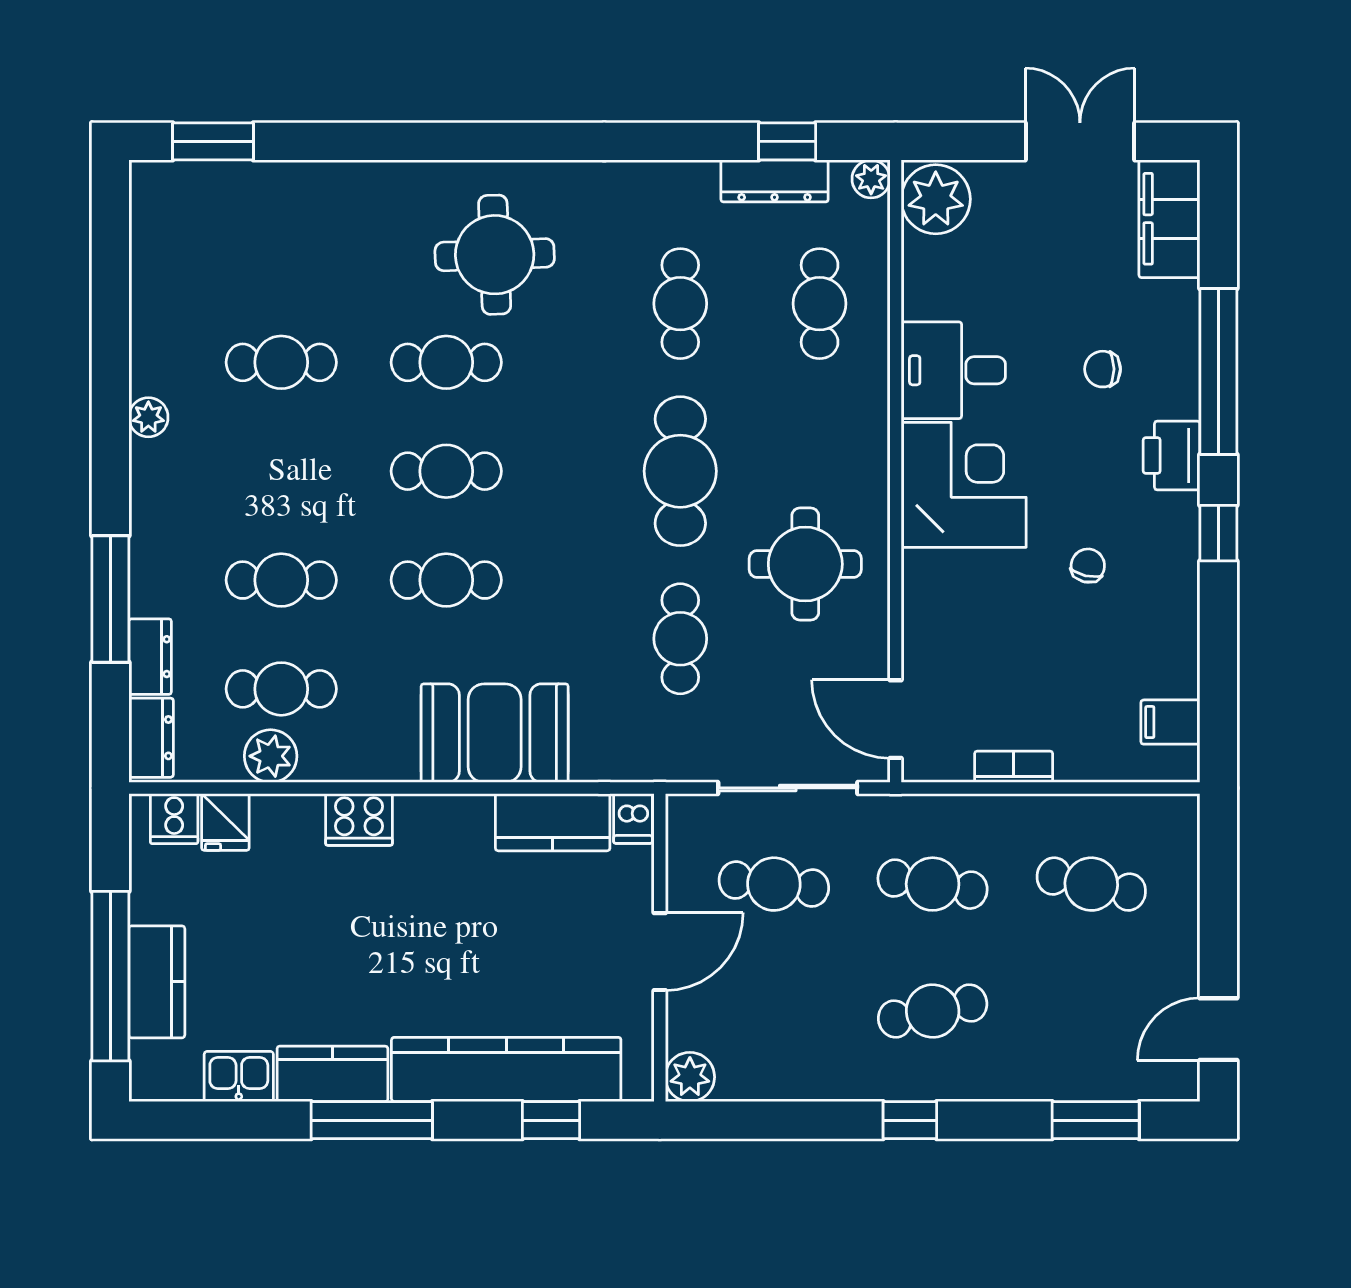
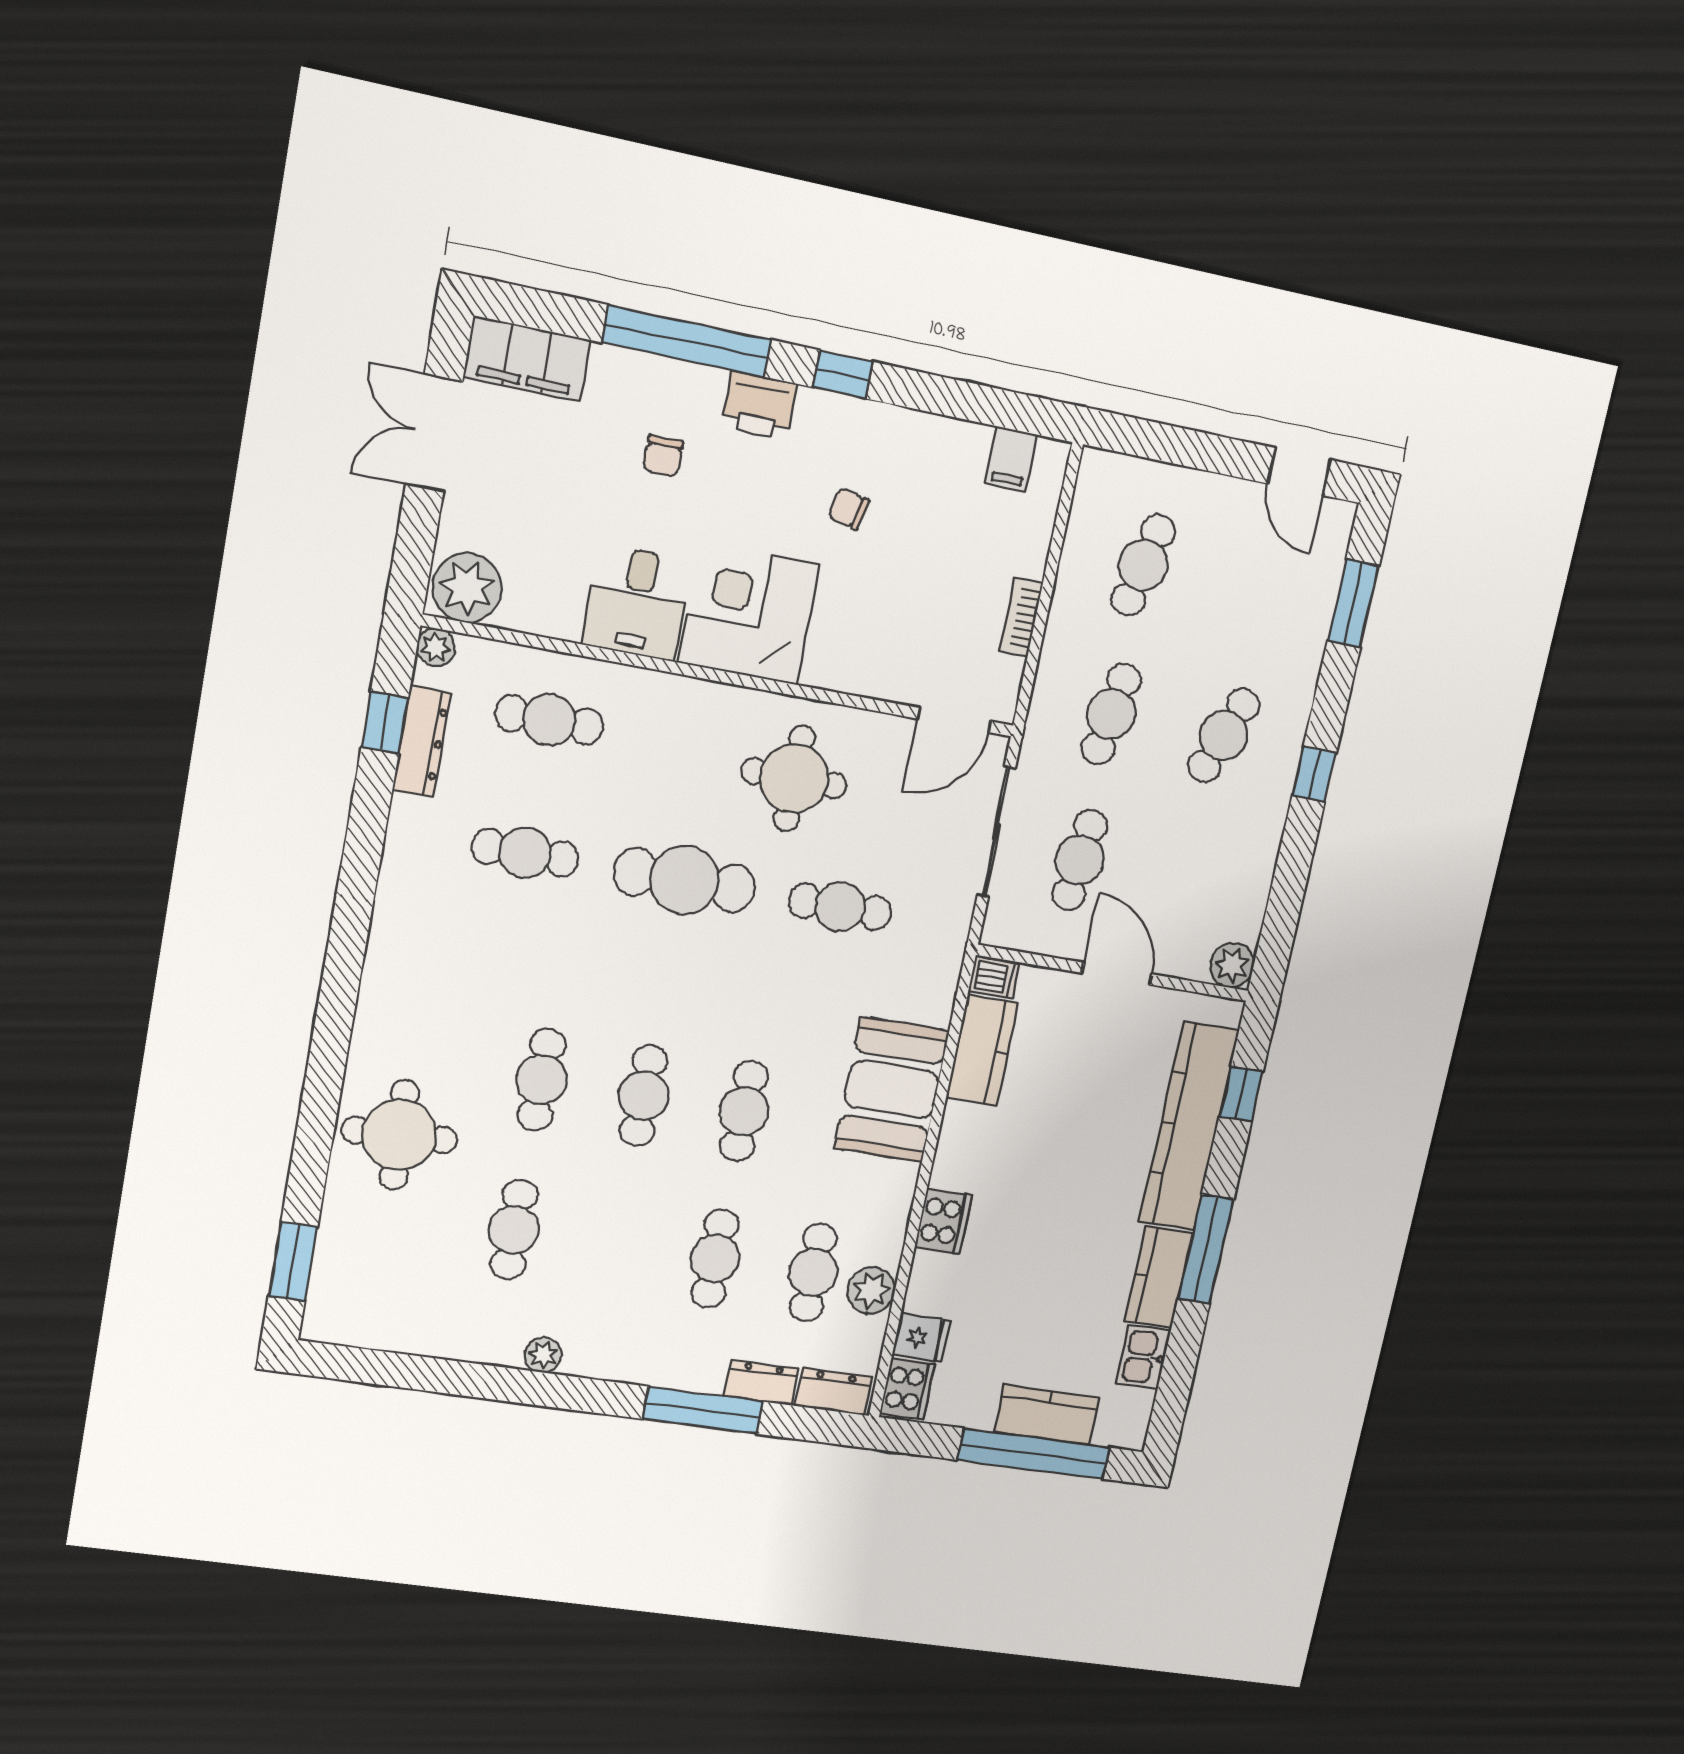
round table: (495, 255) -> (399, 1135), moved
cooker: (174, 819) -> (907, 1389), width x1.36
cafe table: (933, 1011) -> (1224, 735), turned 33

